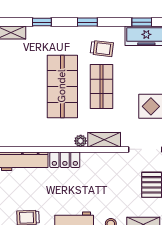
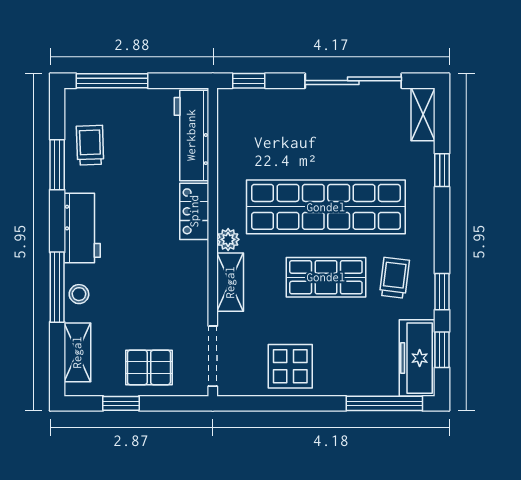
window: (87, 22) -> (442, 292), moved
trolley: (102, 48) -> (394, 278), turned 180
shop shelf: (62, 86) -> (326, 207), width x1.40

